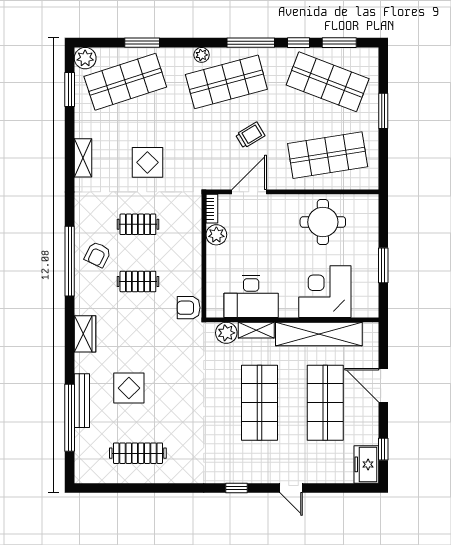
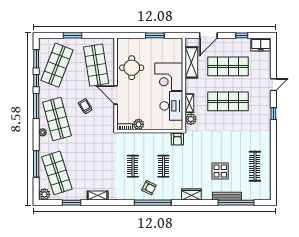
window: (142, 43) -> (36, 164), width x1.44
window: (70, 90) -> (72, 203), moved
display table: (147, 162) -> (100, 161), removed
door: (249, 192) -> (116, 95), moved
corner desk: (325, 292) -> (169, 77), moved
shelving: (319, 334) -> (191, 62), width x0.68
door: (383, 385) -> (208, 35), moved
window: (383, 449) -> (242, 35), moved

